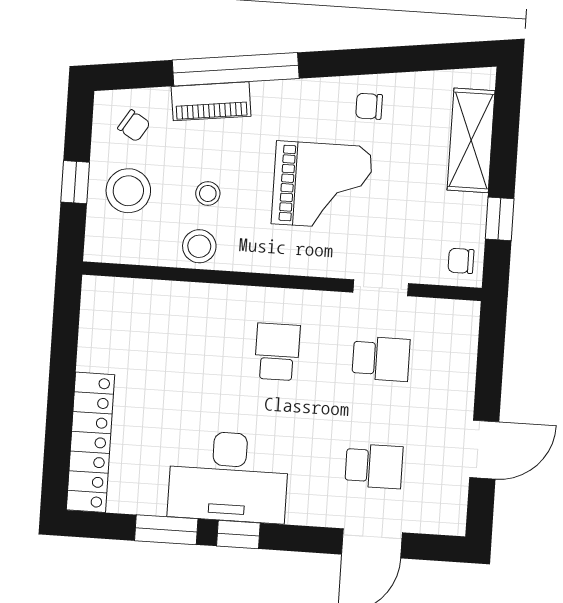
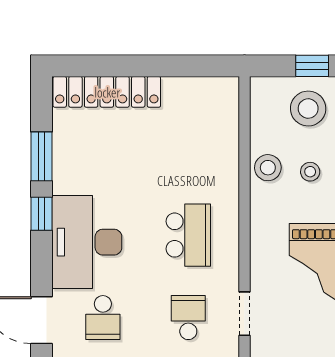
school desk: (277, 352) -> (188, 235), width x1.85
school desk: (381, 359) -> (188, 318), turned 180
desk: (228, 477) -> (87, 242), moved

